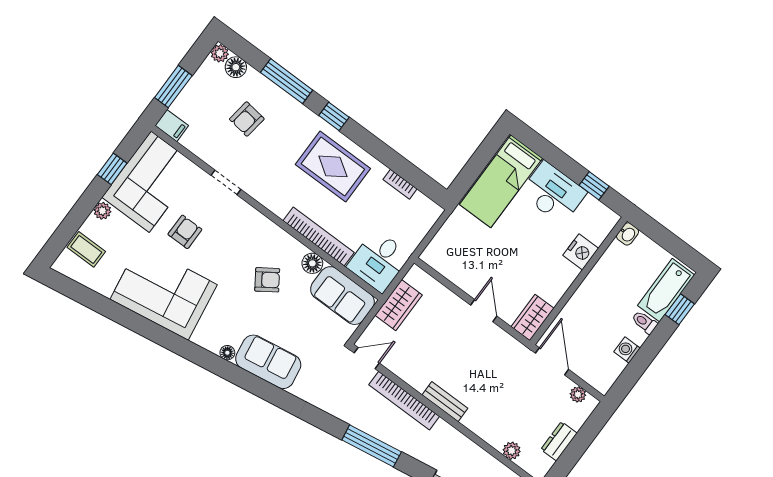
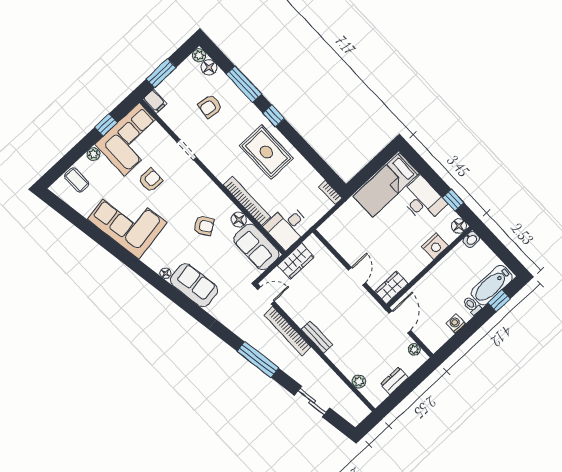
bookcase: (400, 184) -> (330, 193), moved
floor lamp: (608, 219) -> (459, 226), added

